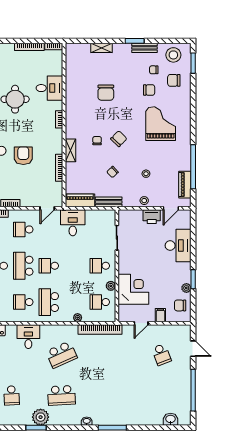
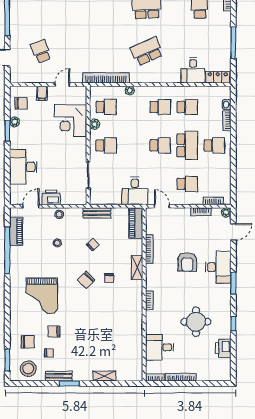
desk: (49, 88) -> (160, 347), moved
chair: (106, 93) -> (100, 329), removed
piano: (80, 200) -> (136, 223), moved, turned 90
door: (47, 208) -> (162, 206), hinge flipped
school desk: (49, 302) -> (160, 107), width x0.54
desk: (28, 337) -> (193, 70), moved

